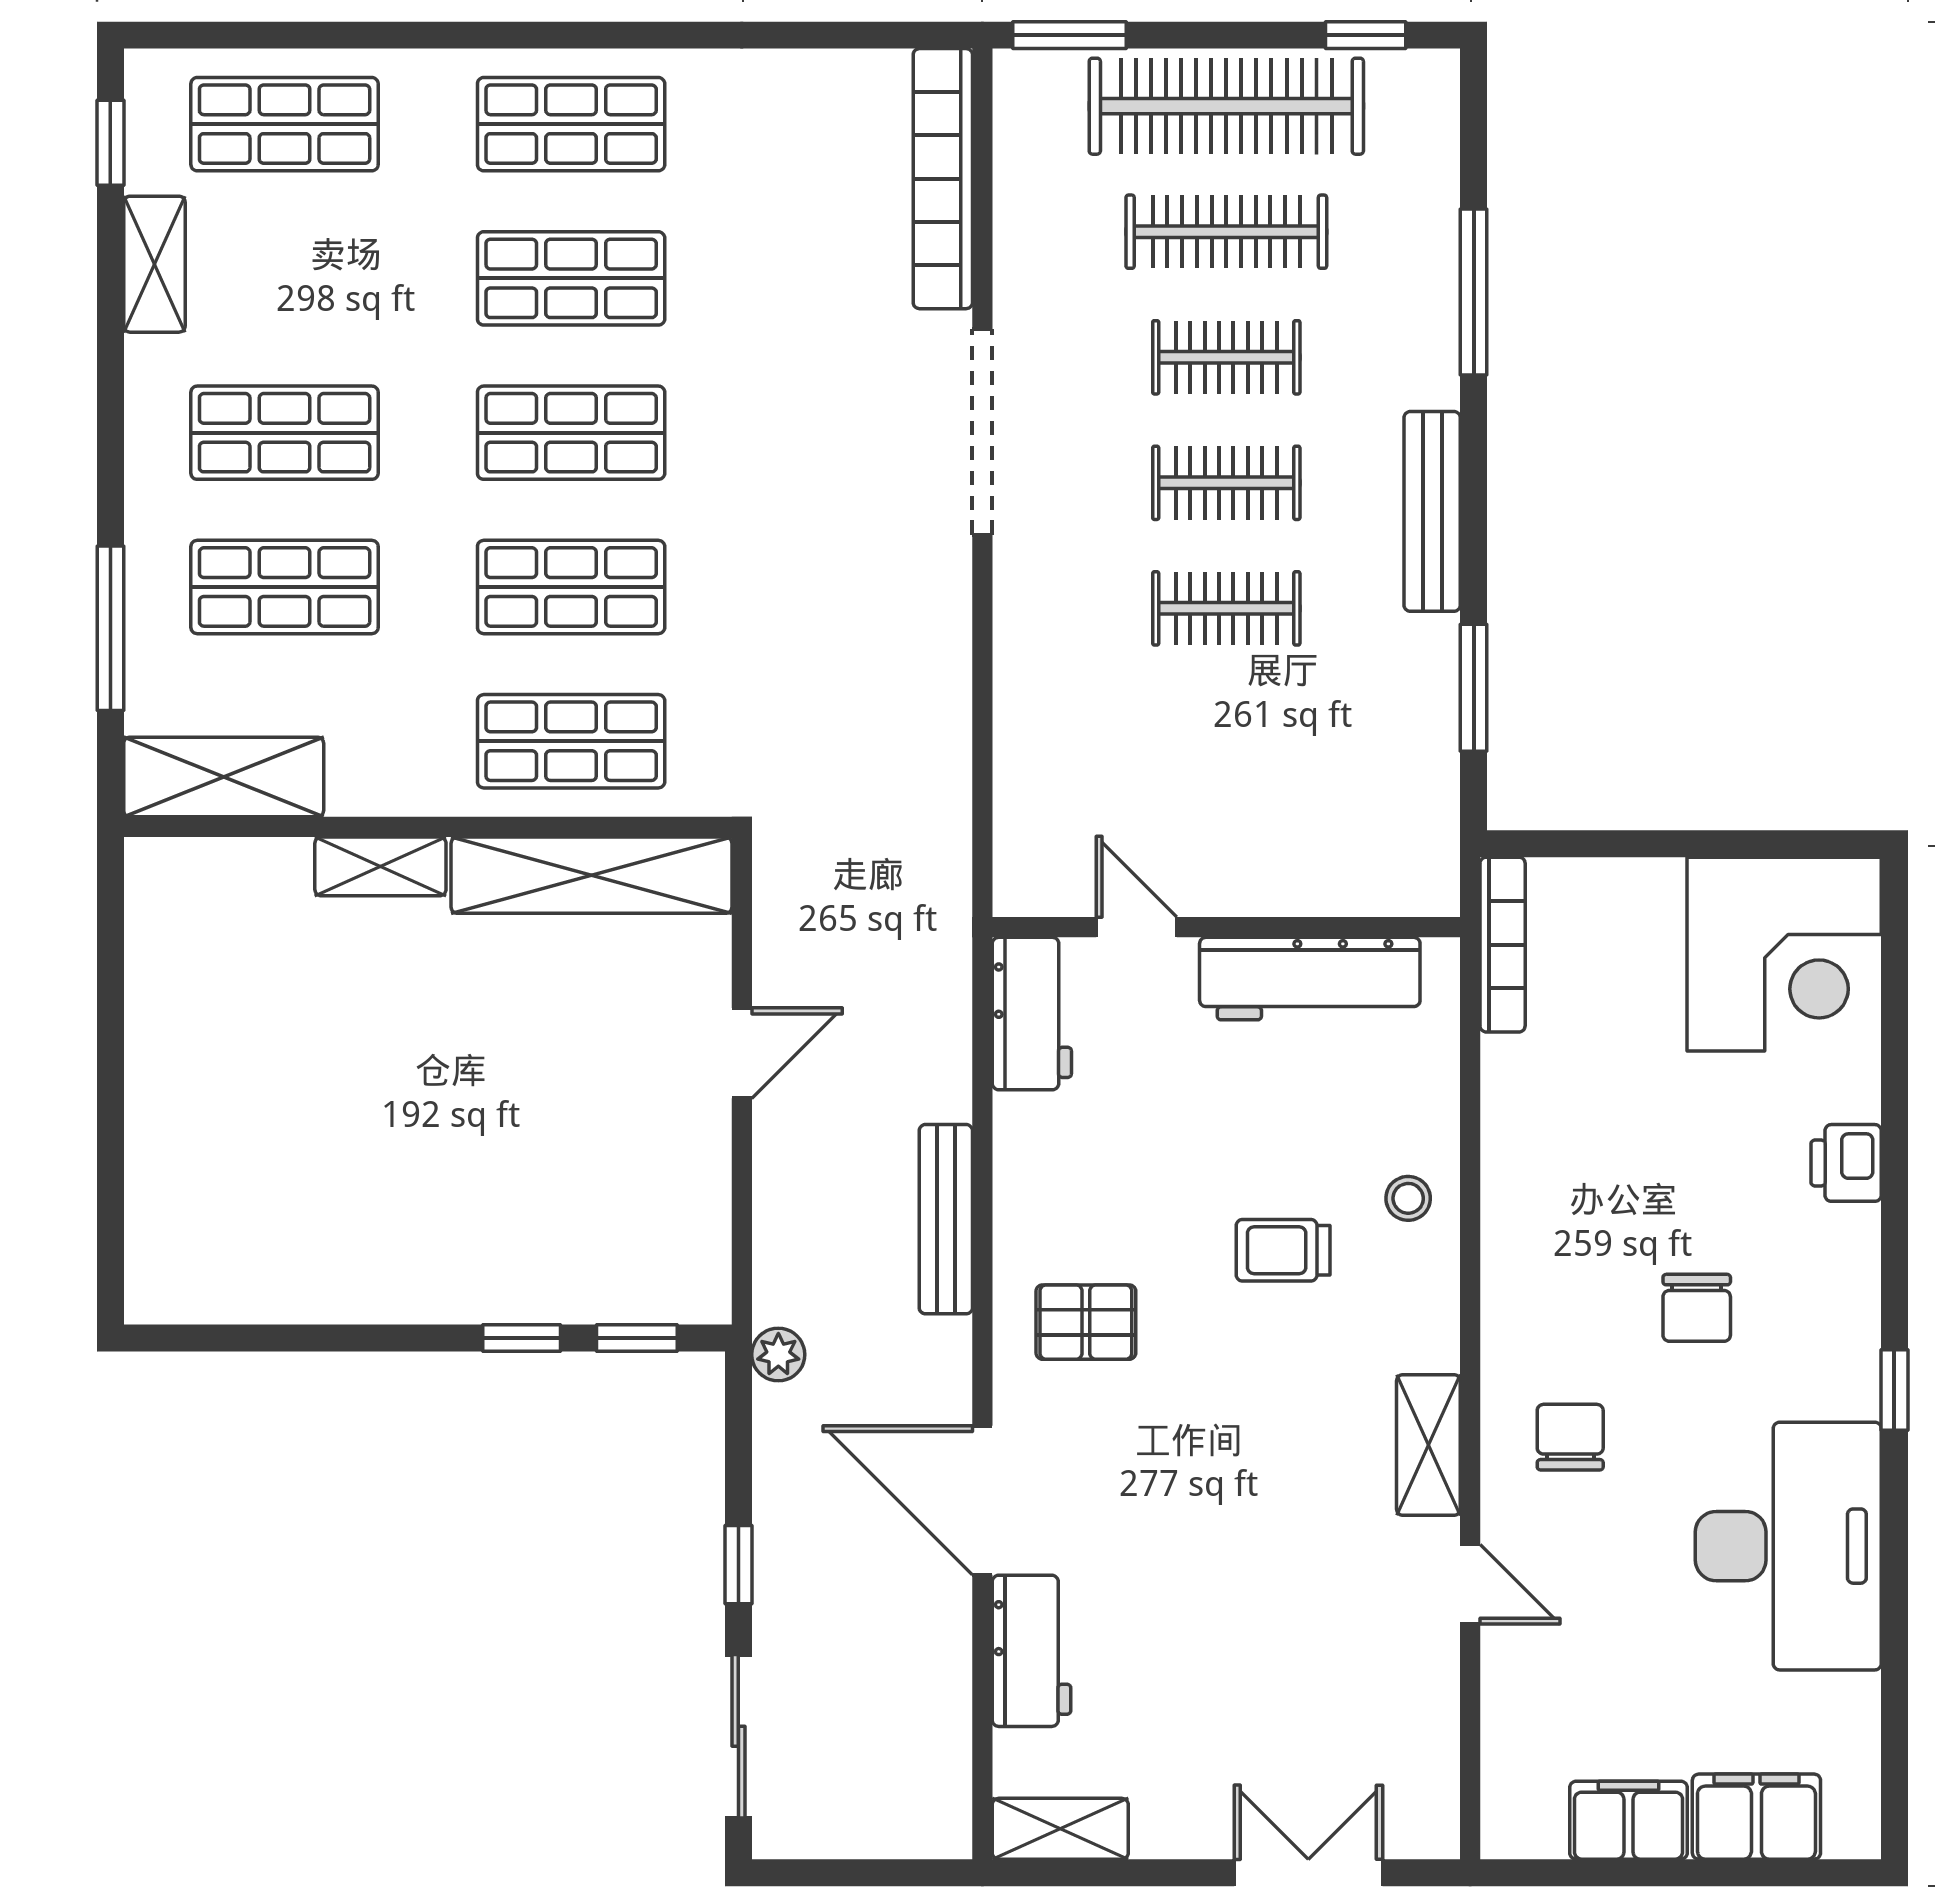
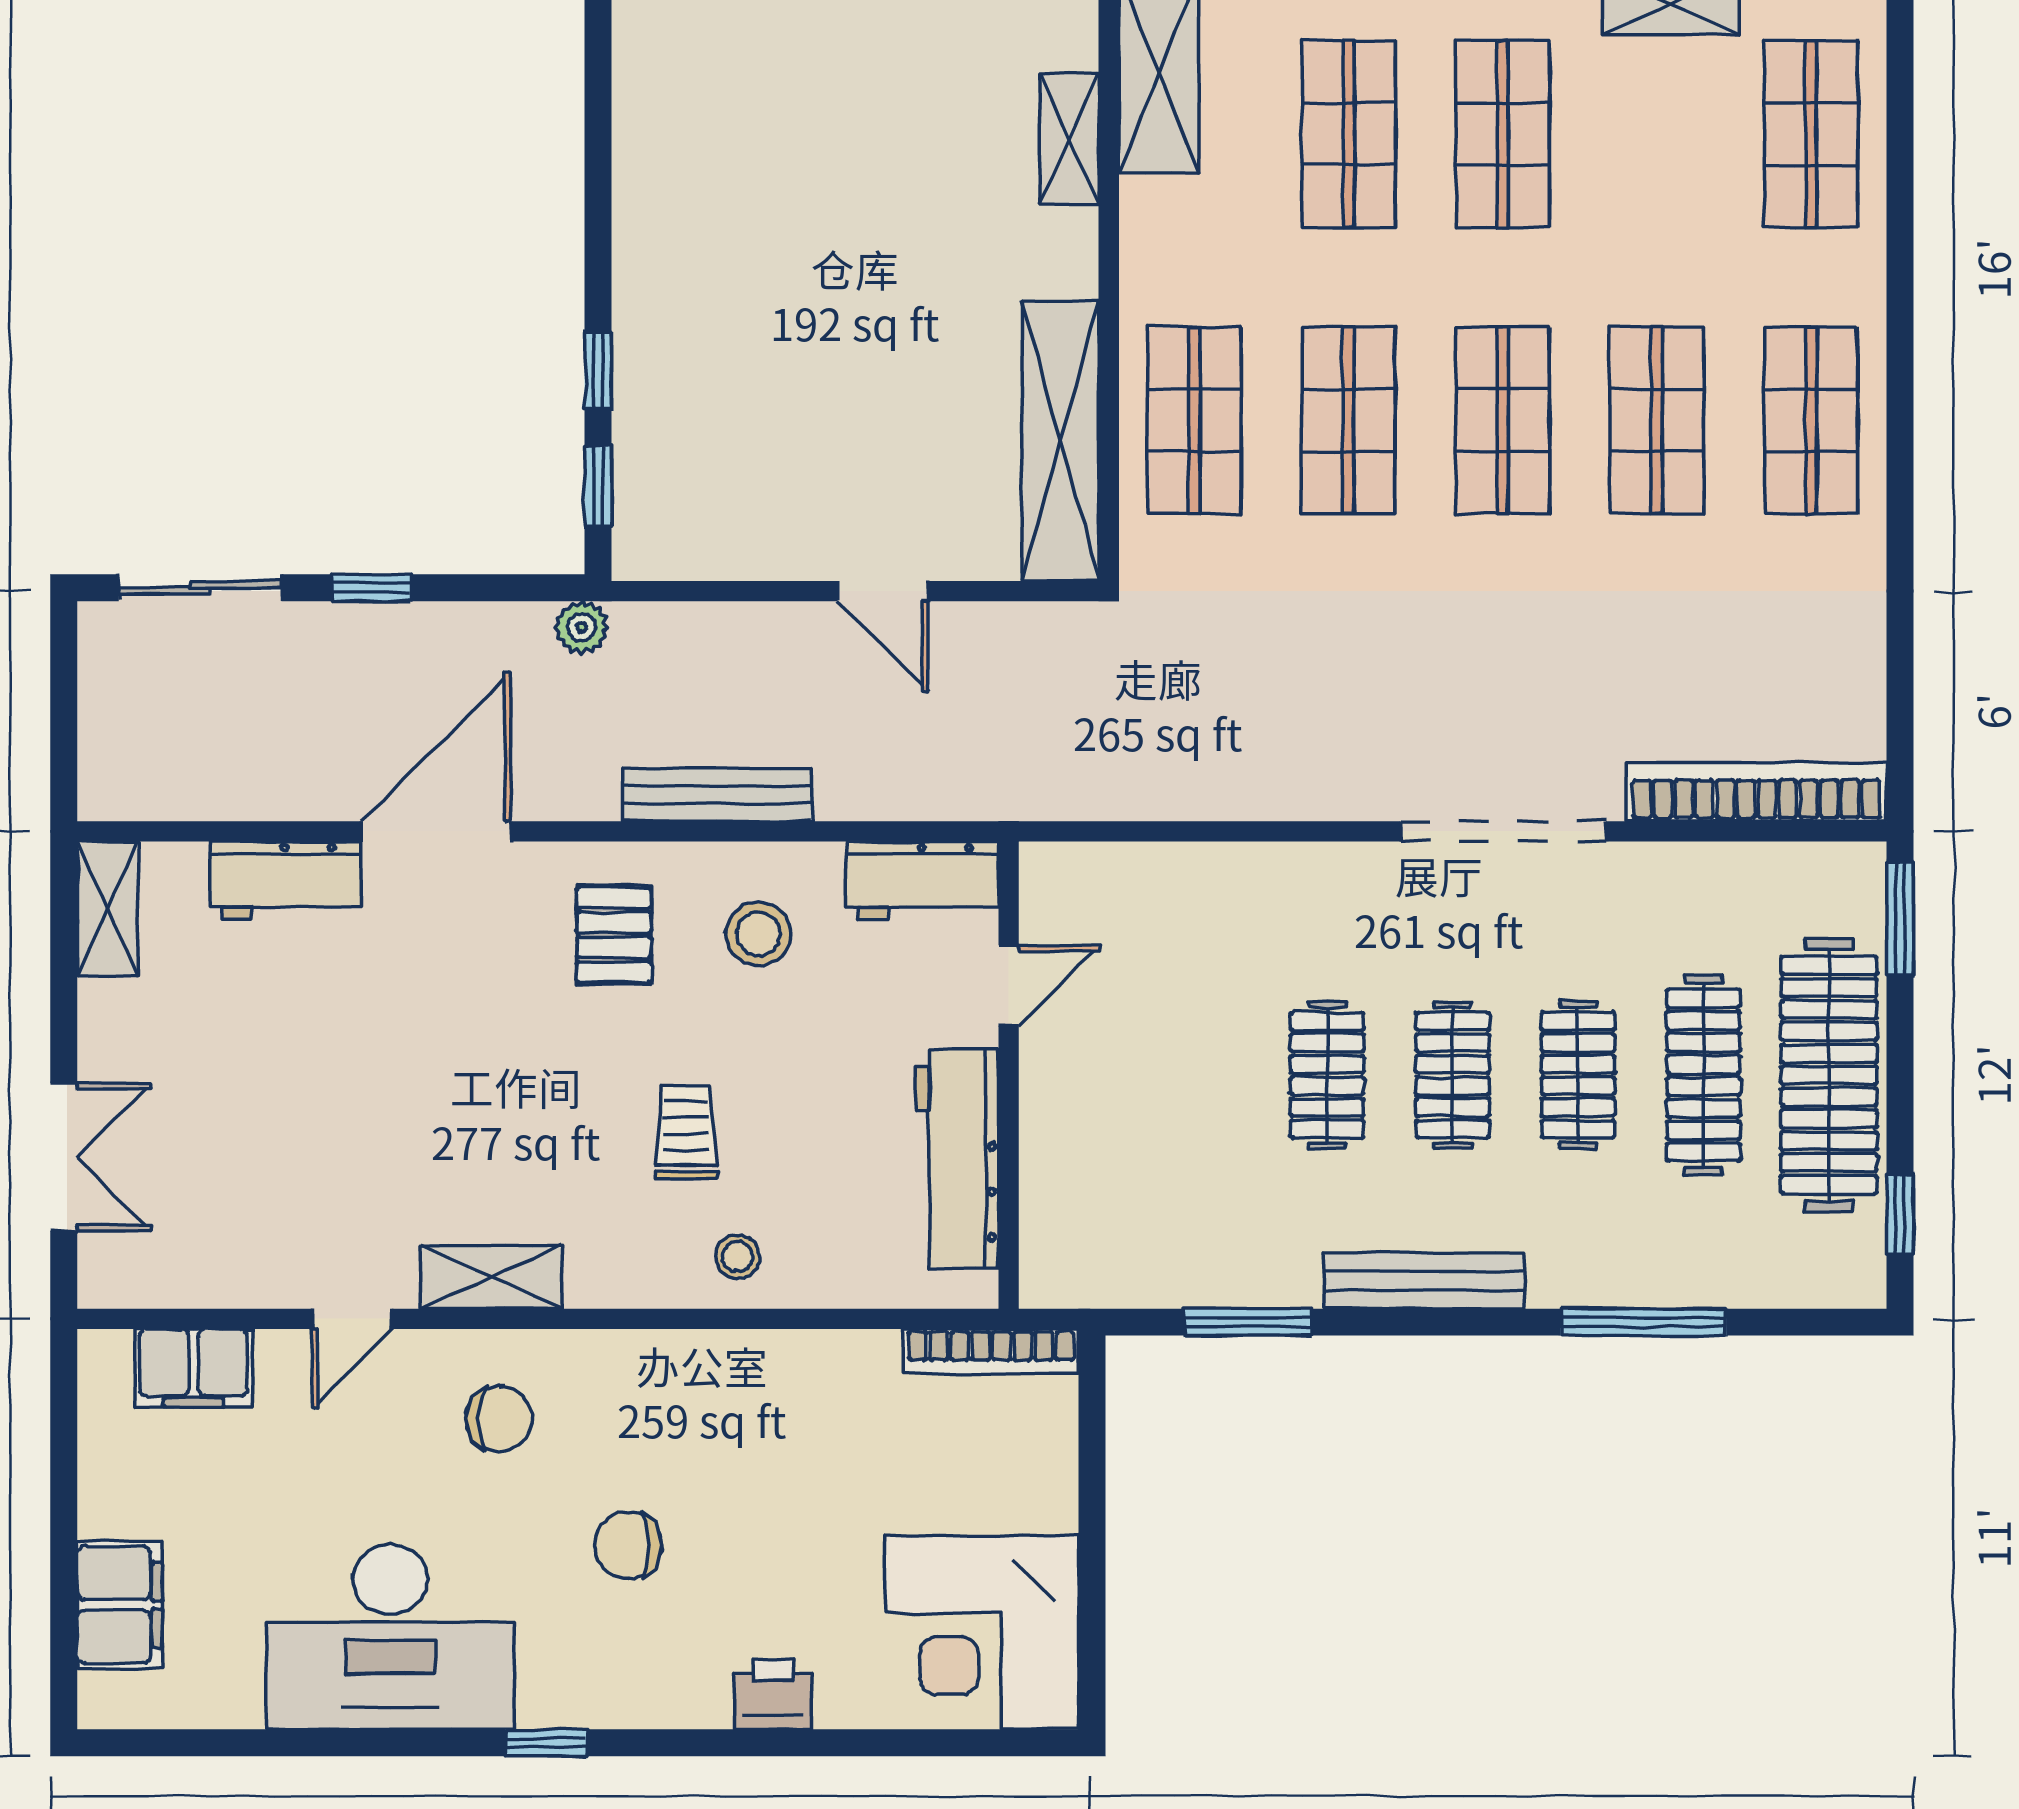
shelving: (380, 866) -> (1069, 139), moved
stool: (1085, 1178) -> (758, 934), added
filing cabinet: (1629, 1820) -> (194, 1368), moved, turned 90

